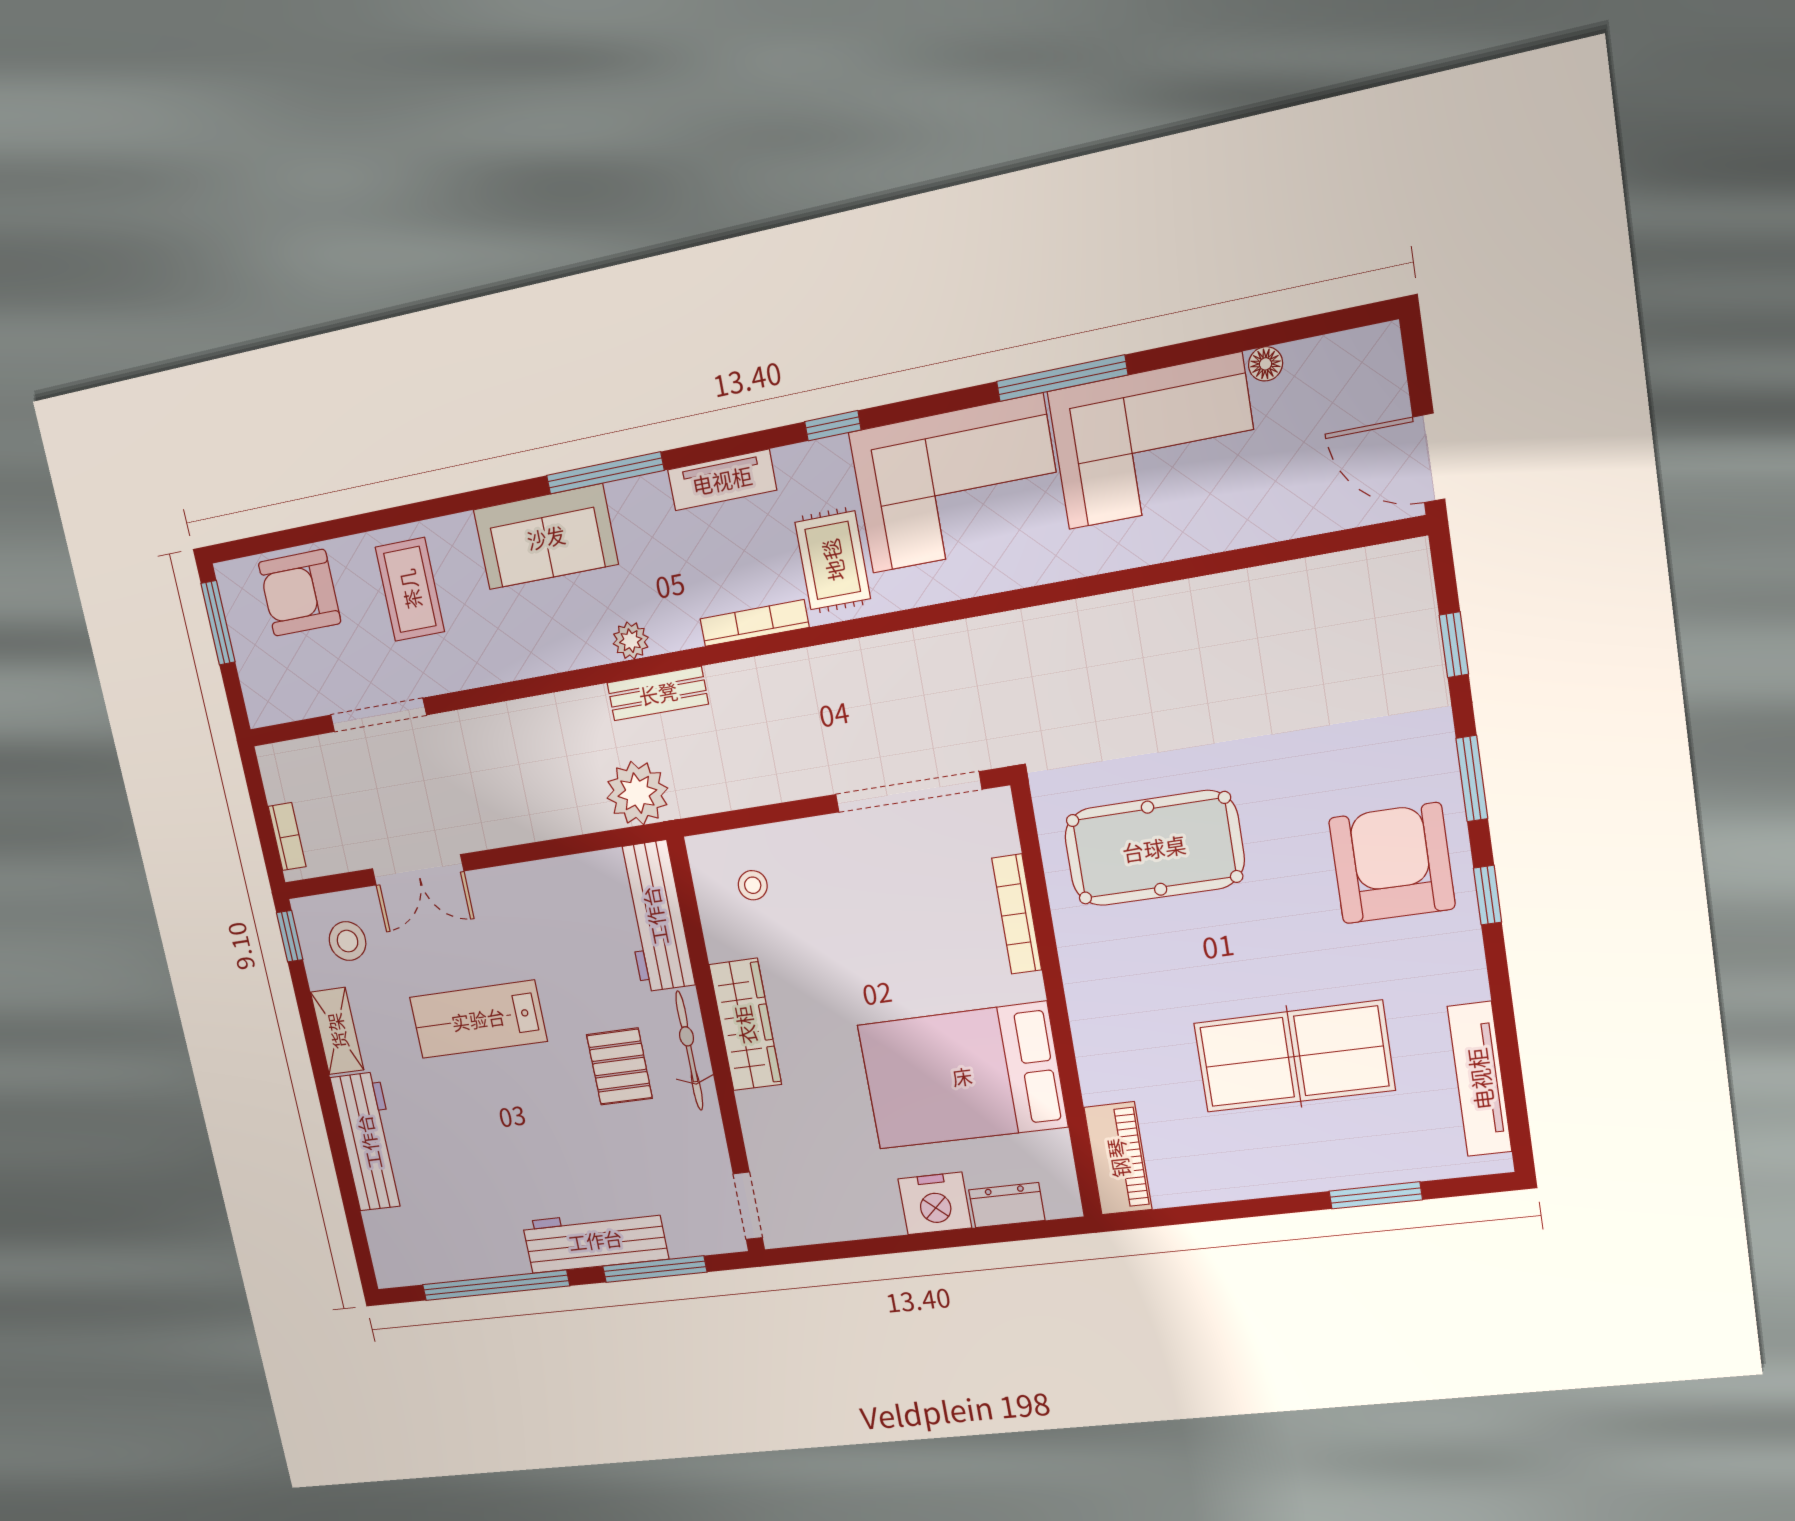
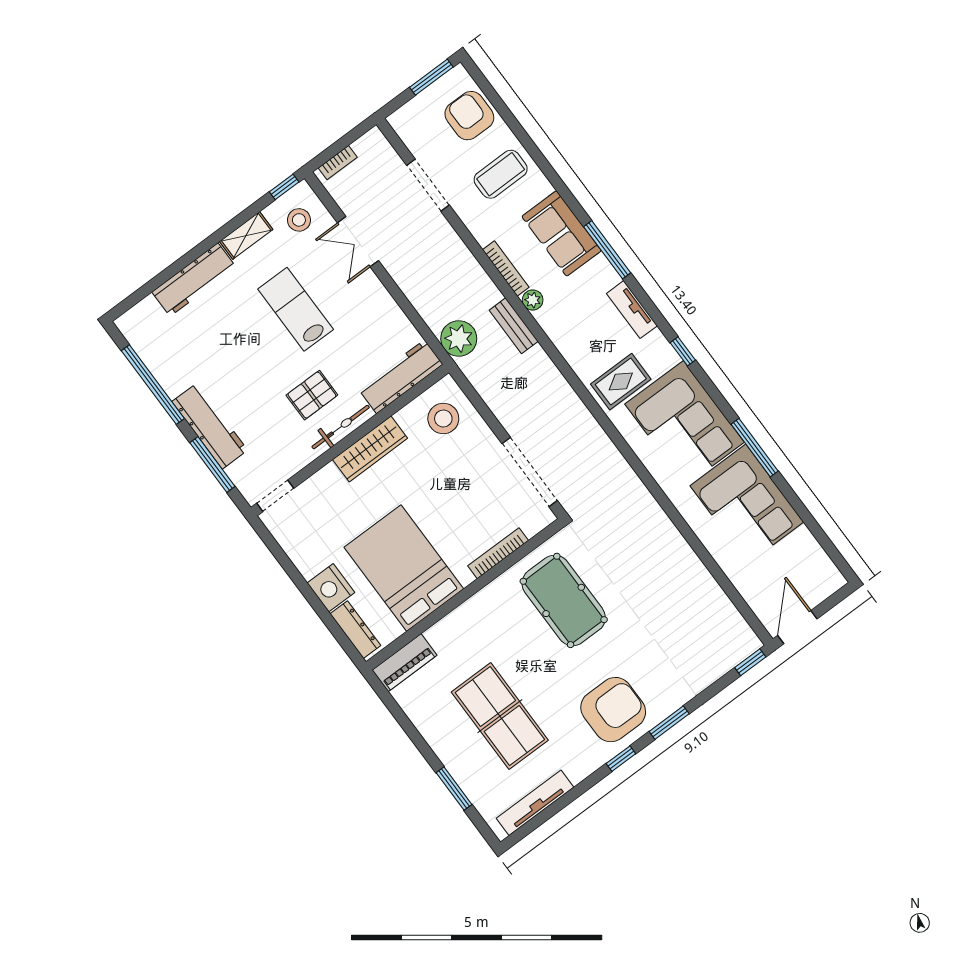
floor lamp: (1265, 364) -> (803, 535), removed
bookcase: (754, 623) -> (506, 269), moved
window: (1454, 645) -> (750, 662), moved
stool: (753, 885) -> (443, 418), width x1.89, depth x1.89
dresser: (1007, 1205) -> (355, 630), width x1.44

